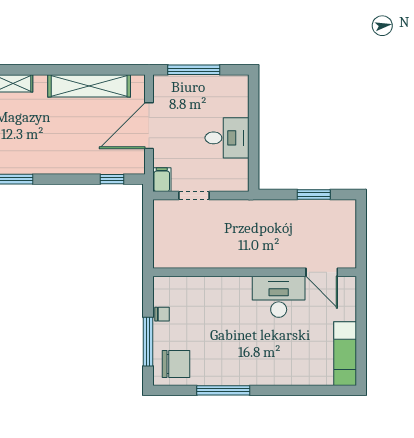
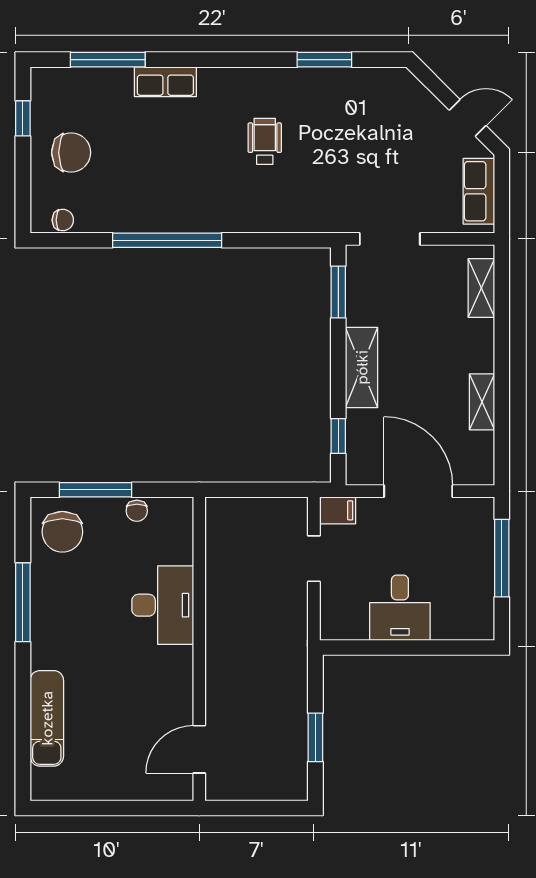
shelving: (89, 86) -> (482, 402), width x0.45, depth x0.75
shelving: (66, 164) -> (362, 367), added
desk: (279, 297) -> (163, 605), moved
exam couch: (345, 354) -> (47, 718), moved, turned 90

